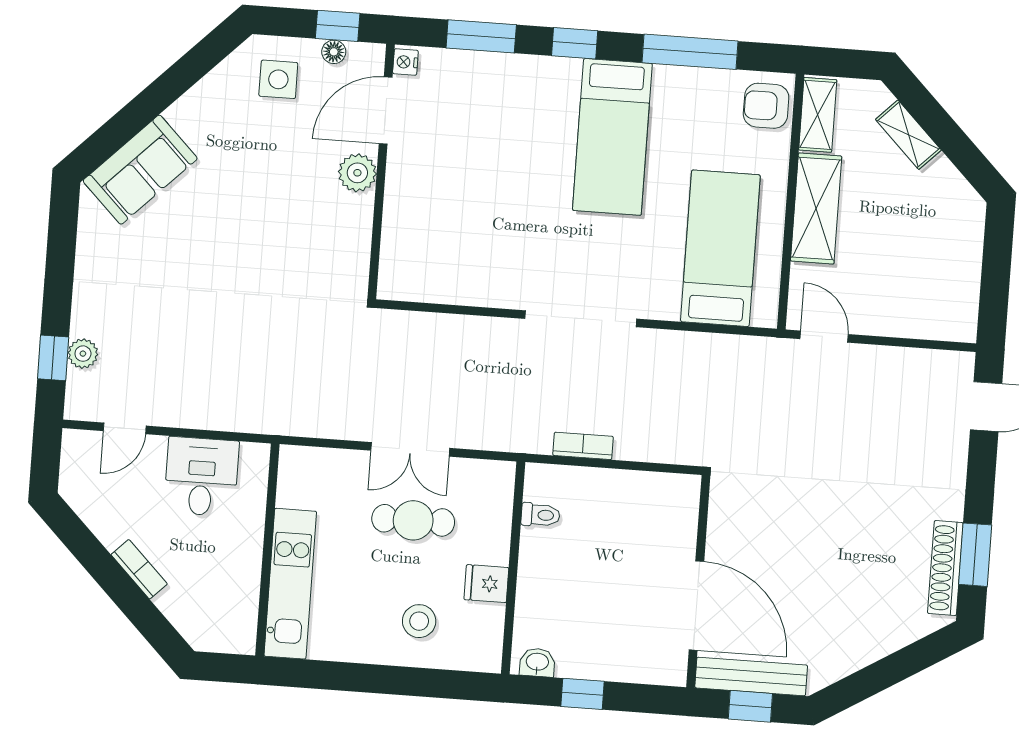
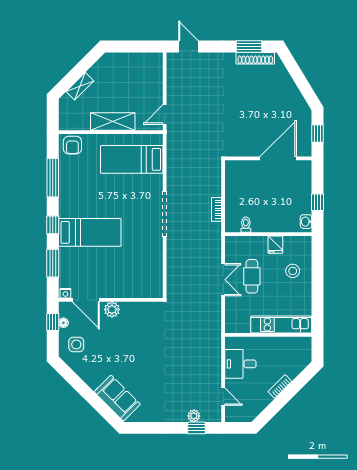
shelving: (818, 115) -> (75, 124), removed
bed: (612, 137) -> (90, 232), moved
bench: (751, 676) -> (305, 134), removed

